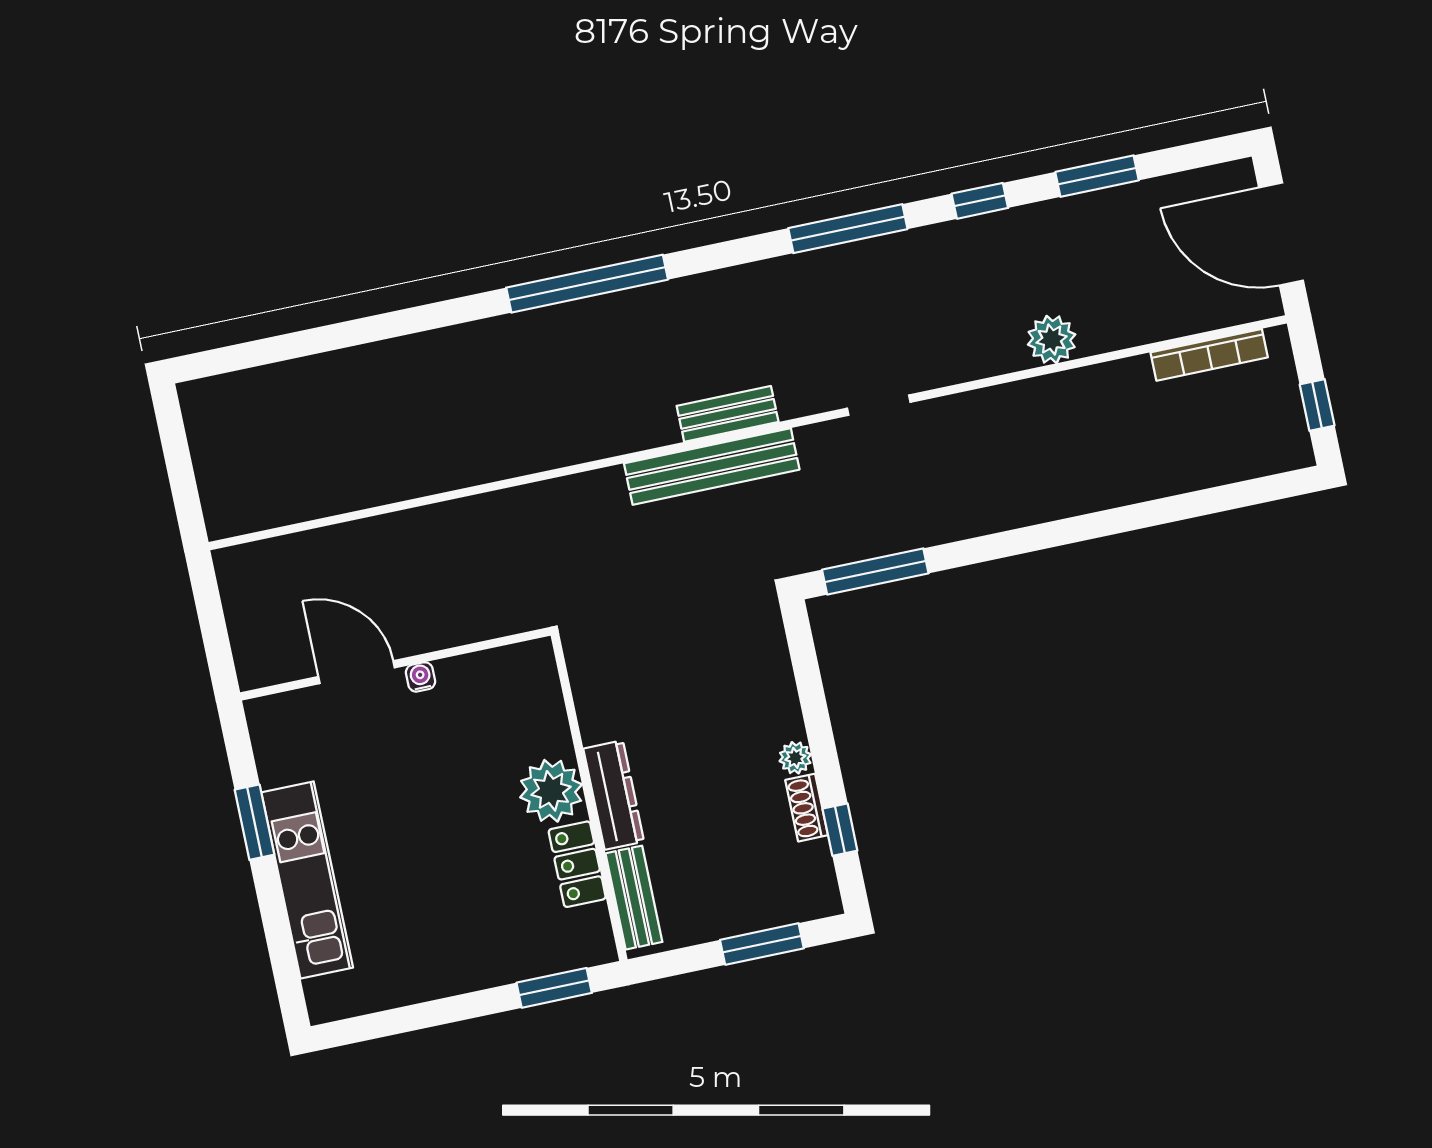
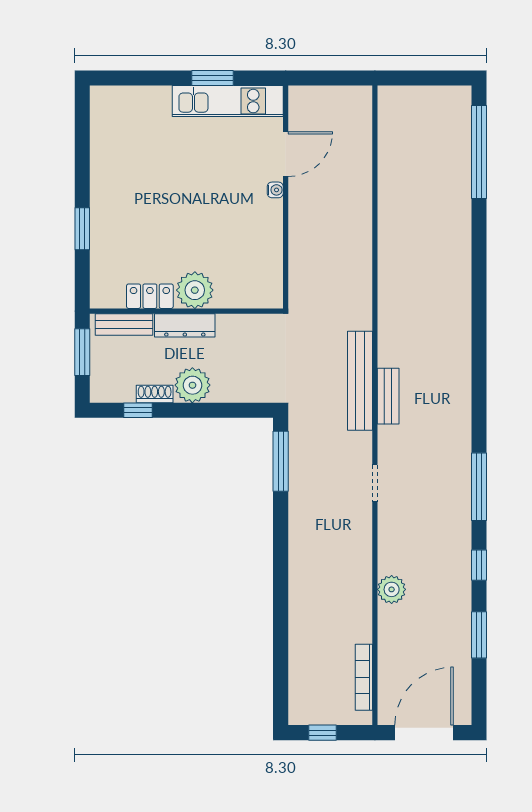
window: (587, 284) -> (479, 152), moved
plant: (795, 758) -> (192, 385), width x1.88, depth x1.88
plant: (551, 791) -> (195, 290), moved
dresser: (614, 795) -> (185, 325), moved
wall: (589, 797) -> (186, 311), moved
locker: (577, 864) -> (150, 296), moved
kitchen unit: (307, 880) -> (228, 101), moved
bench: (634, 898) -> (124, 324), moved

